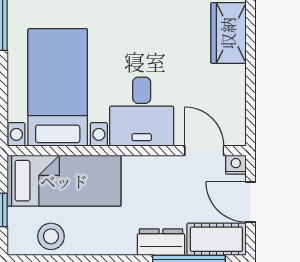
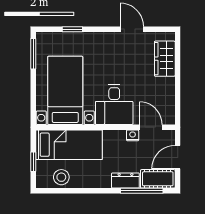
nightstand: (236, 165) -> (133, 135), moved
door: (250, 202) -> (178, 157), hinge flipped

